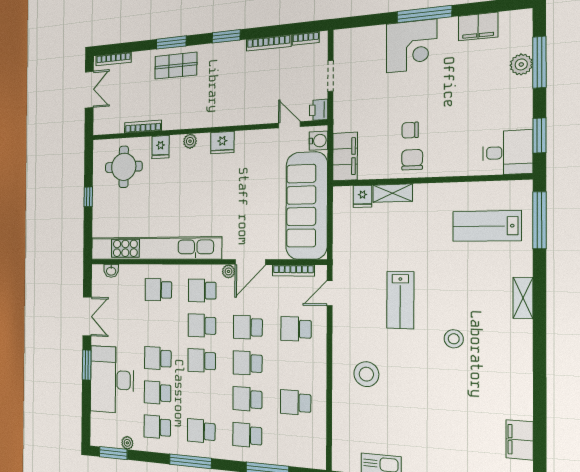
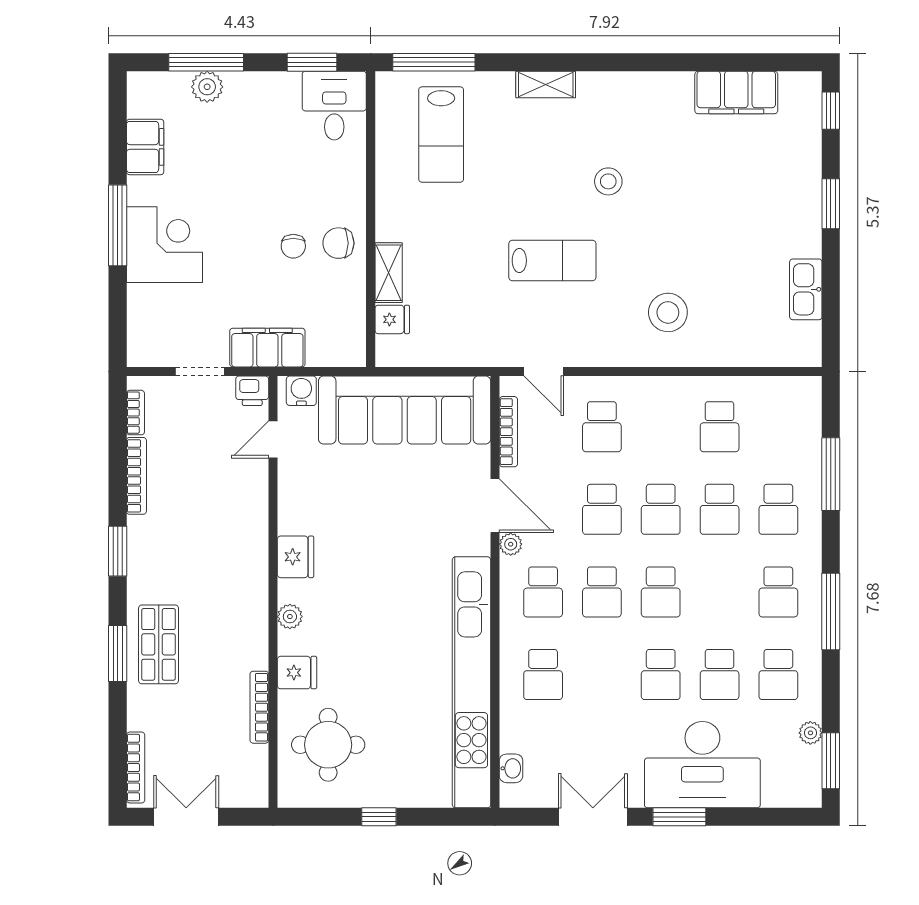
filing cabinet: (345, 156) -> (267, 348), moved
filing cabinet: (519, 440) -> (736, 92), width x1.50, depth x1.17

